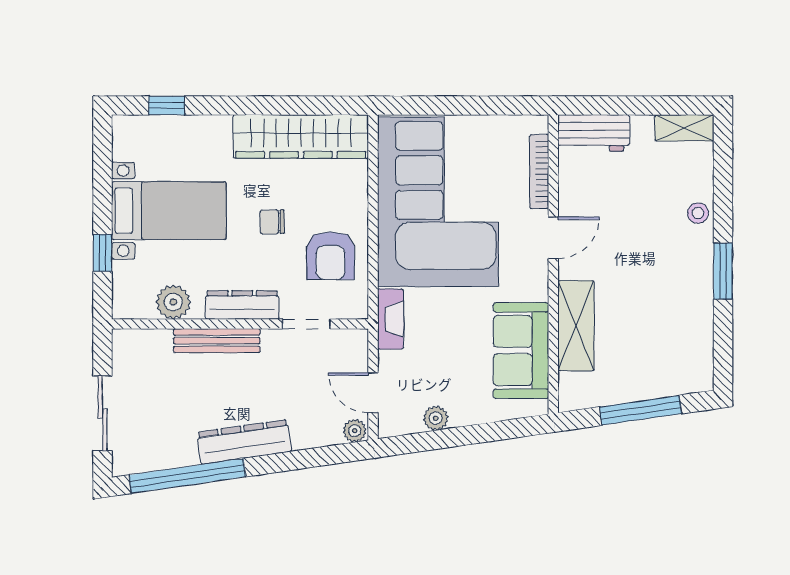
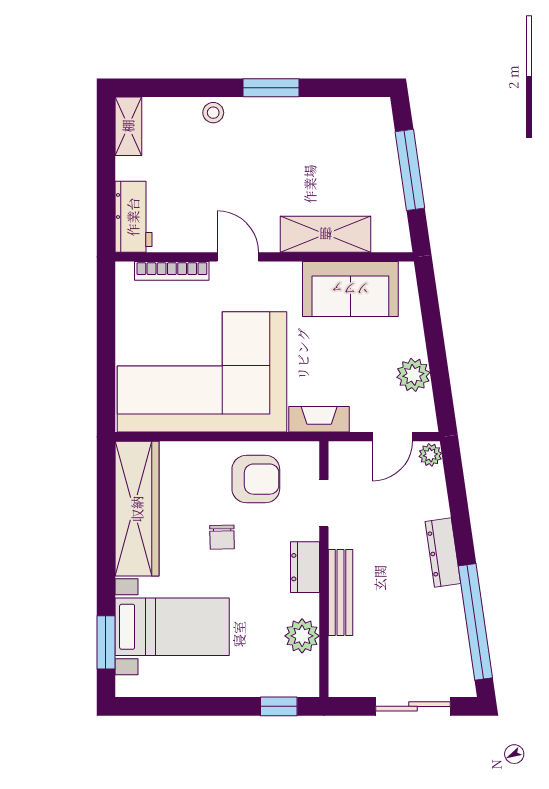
window: (167, 105) -> (106, 642), width x1.50
bed with nightstands: (169, 211) -> (172, 627), moved, turned 90
window: (103, 253) -> (279, 706), moved
dresser: (242, 305) -> (305, 567), width x0.70
plant: (436, 418) -> (413, 375), width x1.38, depth x1.38
dresser: (244, 442) -> (443, 552), width x0.73, depth x0.80

